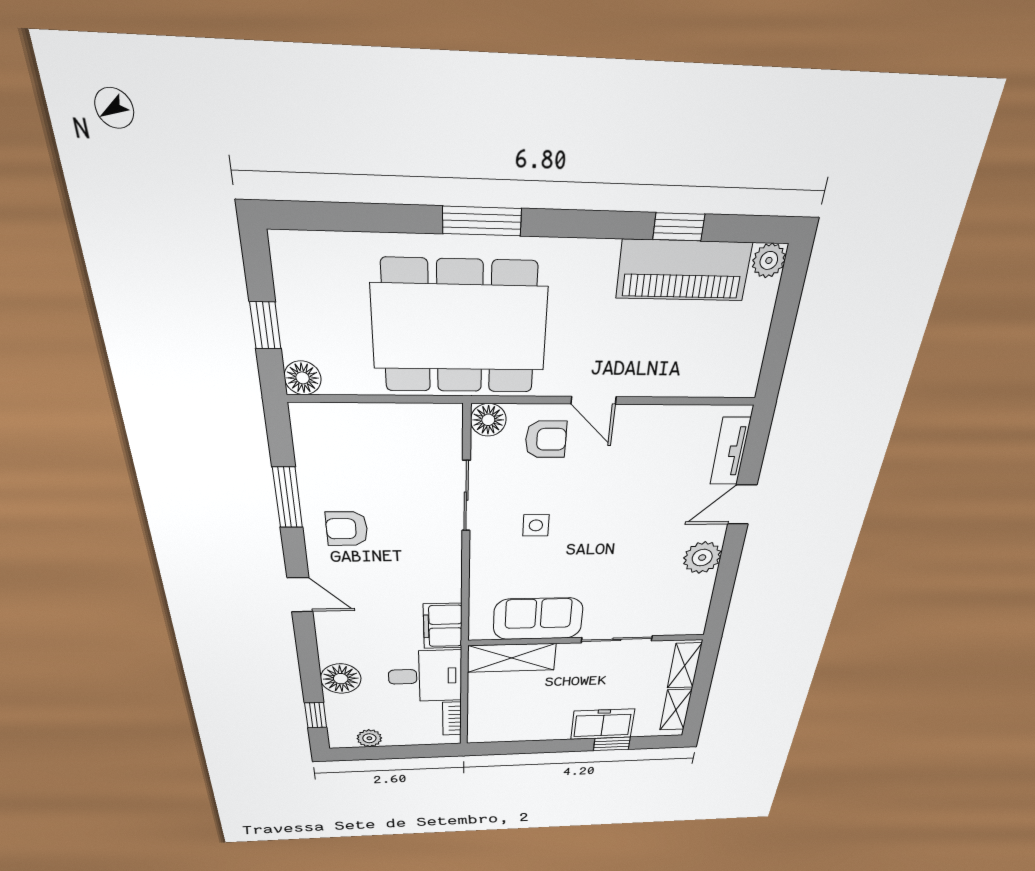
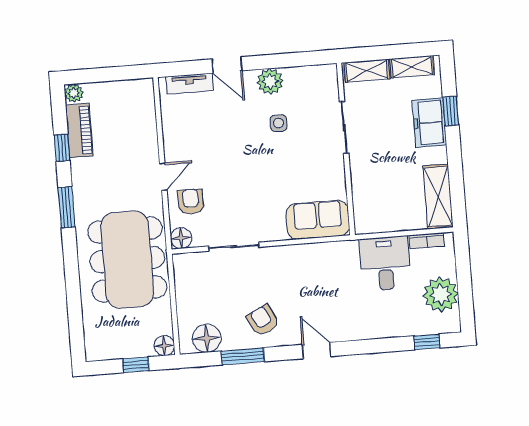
window: (482, 221) -> (67, 207), moved
piano: (684, 270) -> (79, 130), width x0.73, depth x0.75
side table: (536, 525) -> (279, 123), moved
armchair: (347, 529) -> (263, 320), turned 153
door: (300, 595) -> (317, 351), hinge flipped
sofa: (538, 619) -> (318, 220), moved, turned 90
filing cabinet: (443, 626) -> (338, 254), removed
shelving: (512, 658) -> (438, 197), moved
floor lamp: (341, 679) -> (207, 338), moved
plant: (369, 738) -> (441, 295), width x1.88, depth x1.88

